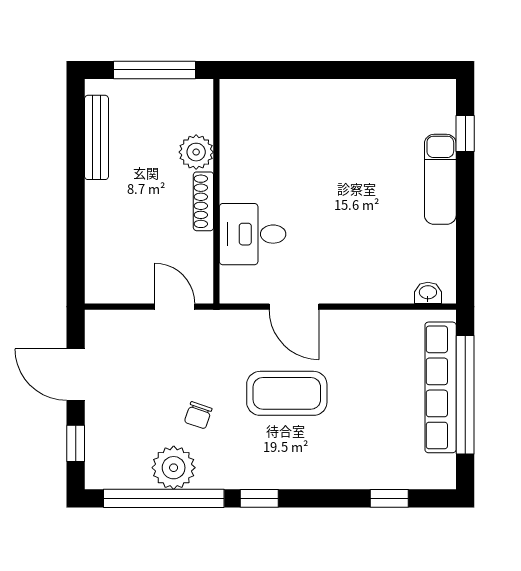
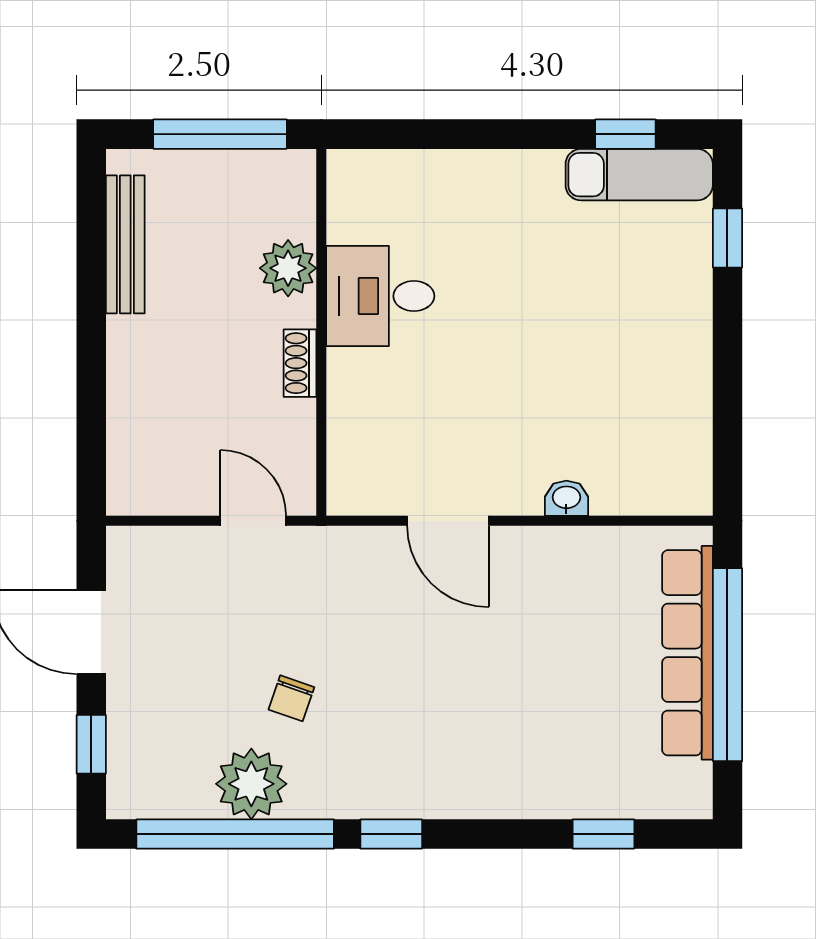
window: (403, 70) -> (625, 134), added
exam couch: (440, 179) -> (639, 175), moved, turned -90
shoe rack: (203, 201) -> (300, 363), width x0.70
desk: (253, 234) -> (380, 296), moved
washbasin: (428, 293) -> (566, 498), moved
coffee table: (287, 393) -> (436, 662), removed

